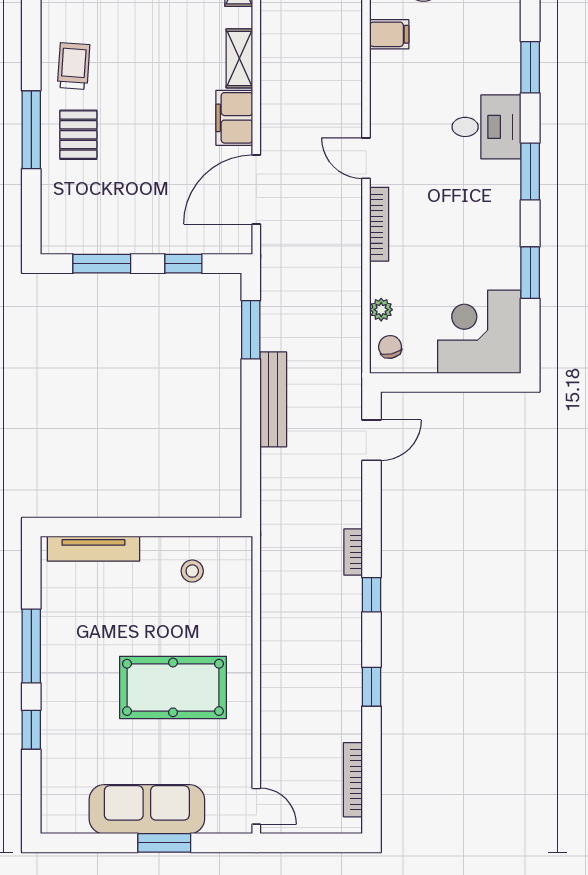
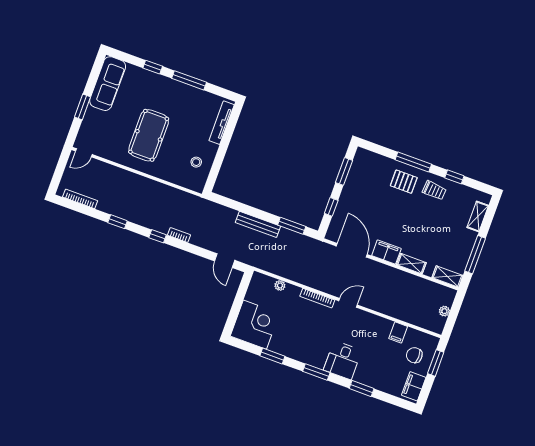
window: (31, 35) -> (454, 177), added
chair: (390, 347) -> (262, 283), removed
sofa: (147, 809) -> (108, 84), moved

